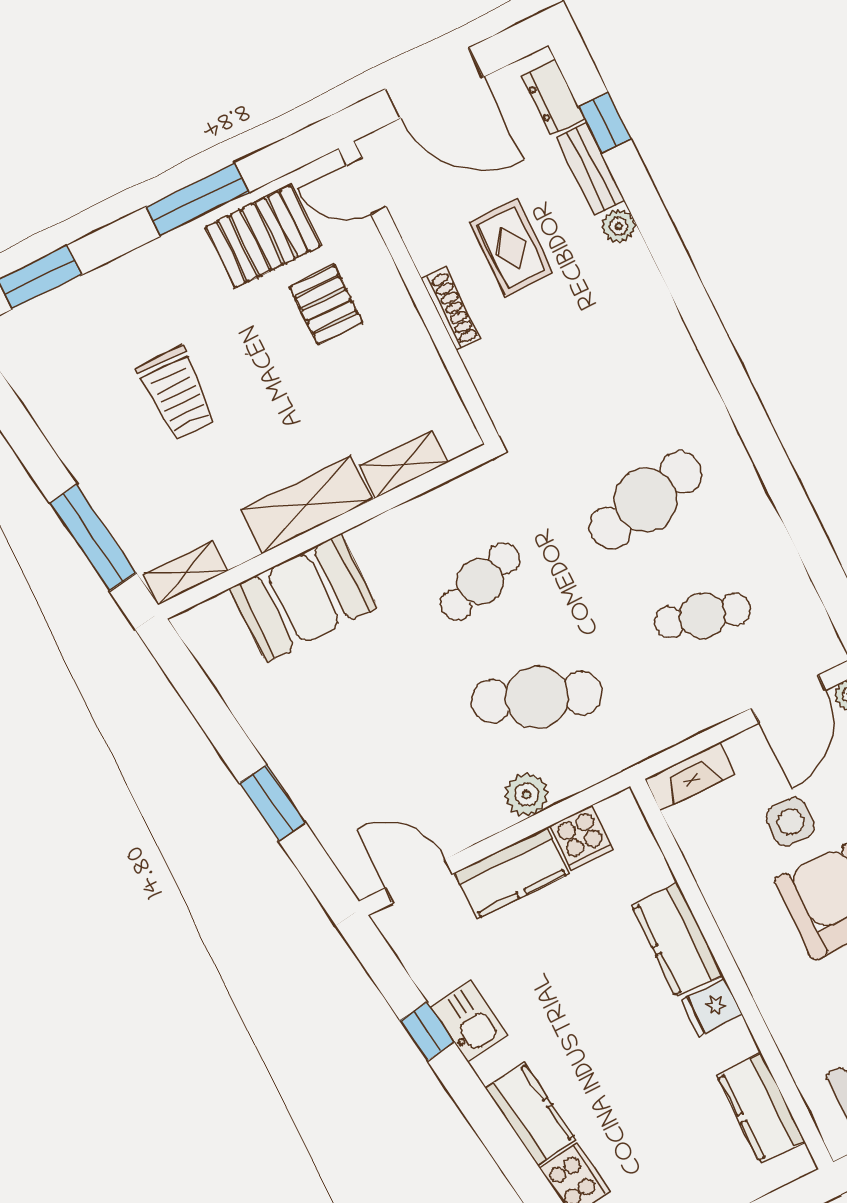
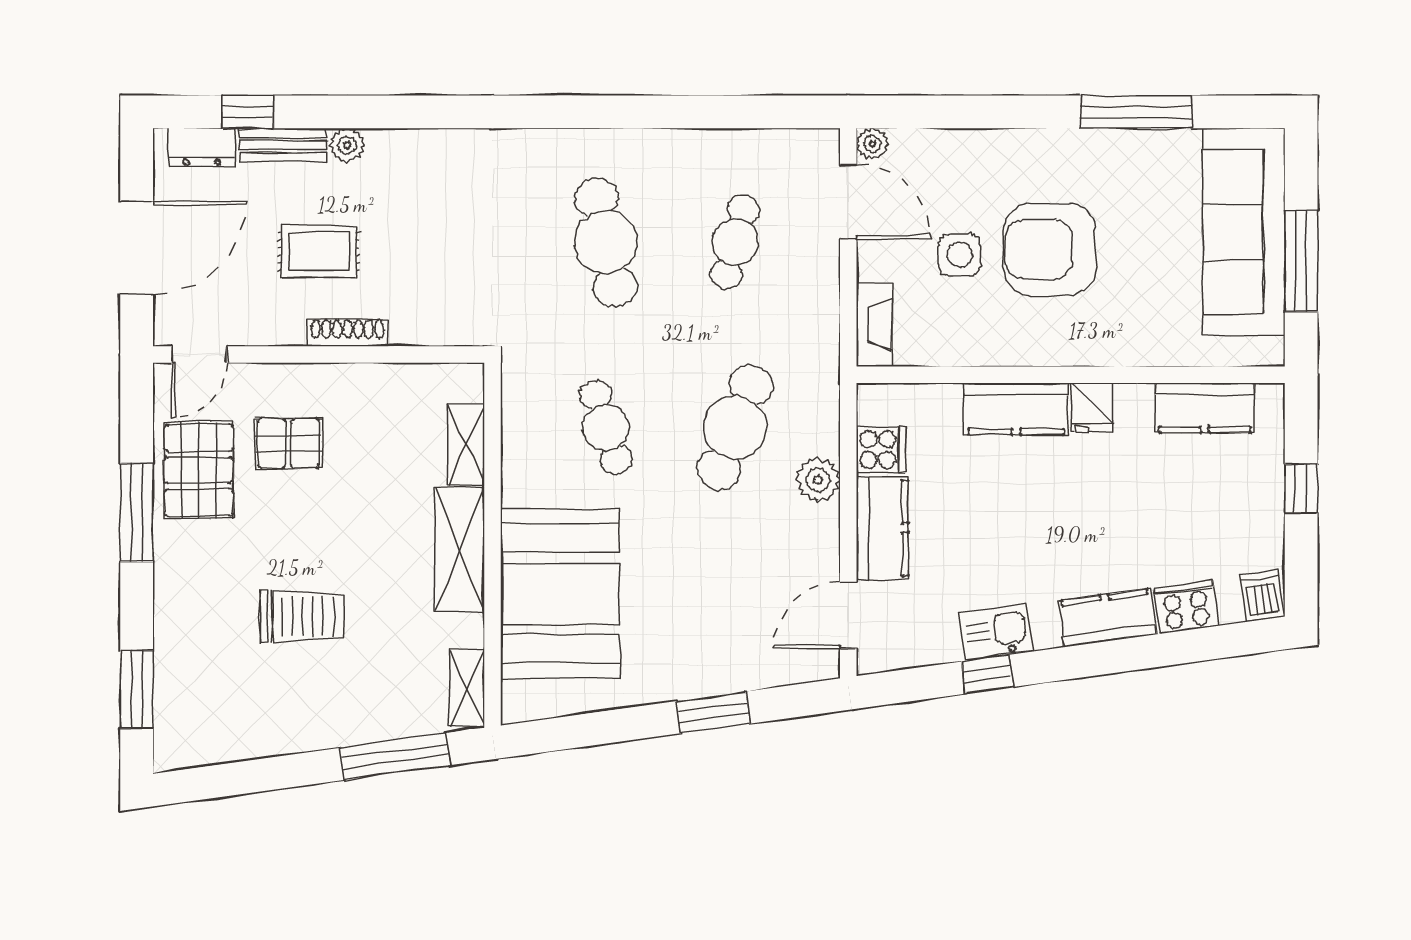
booth: (304, 598) -> (560, 593), width x1.36, depth x1.42

